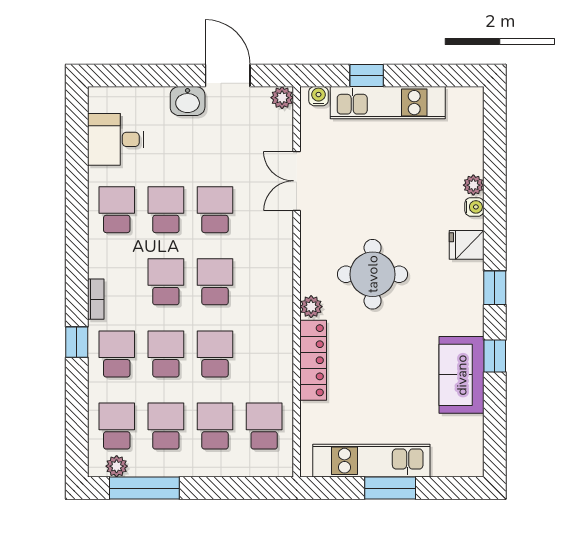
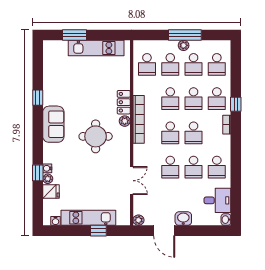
water cooler: (318, 96) -> (55, 221), moved
washbasin: (98, 99) -> (226, 220), added
fridge: (467, 245) -> (51, 191), moved
window: (495, 288) -> (38, 173), moved
bookcase: (282, 310) -> (139, 119), added
locker: (313, 360) -> (124, 102), width x0.66
sofa: (462, 375) -> (53, 124), moved
plant: (117, 466) -> (184, 45), moved
window: (144, 488) -> (185, 35), moved
window: (390, 488) -> (74, 35), moved

